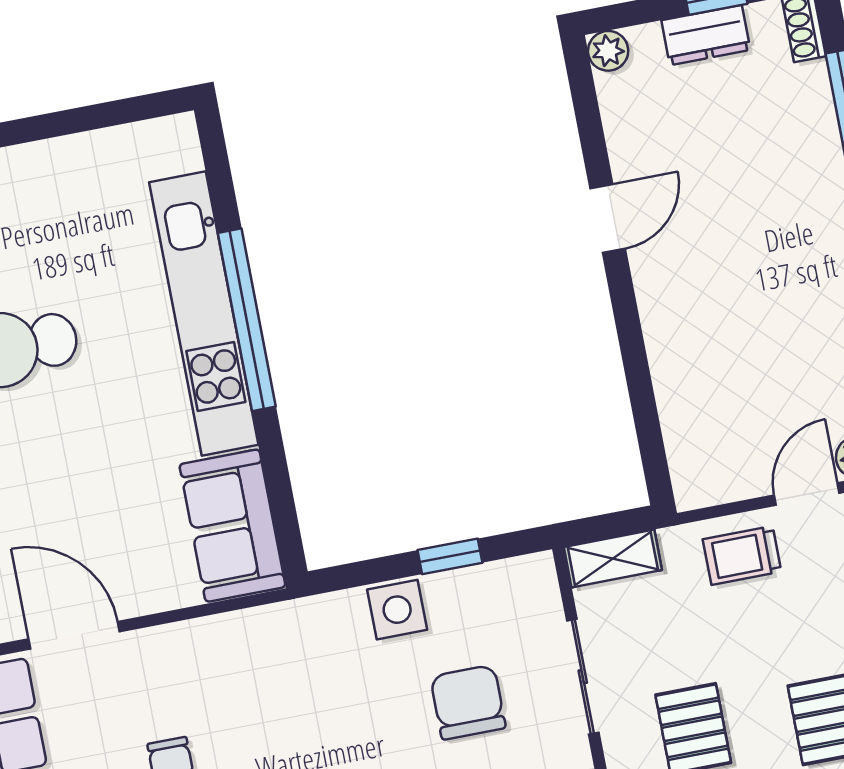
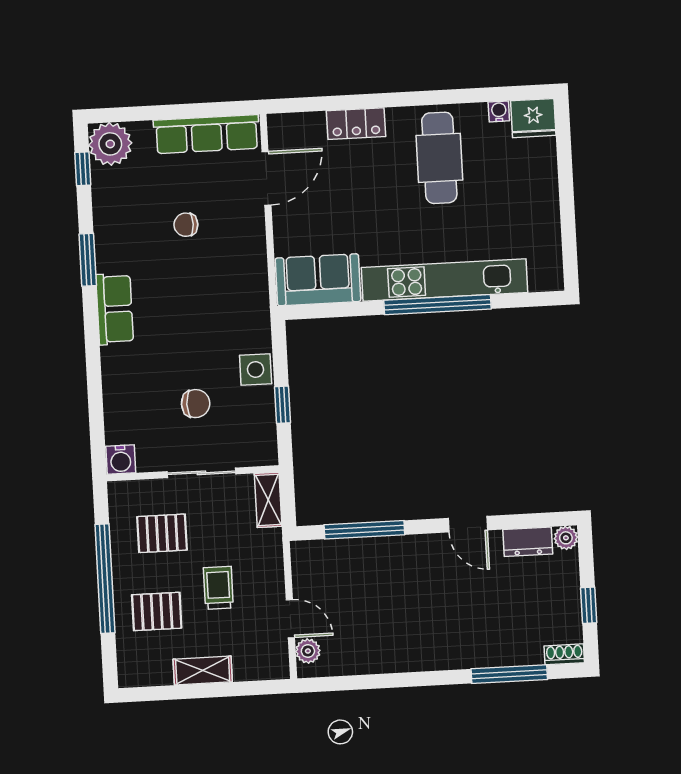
dresser: (706, 35) -> (528, 542), moved, turned -90
window: (641, 390) -> (364, 530), added
trolley: (742, 555) -> (218, 588), moved
chair: (468, 702) -> (196, 404), width x0.73, depth x0.73

